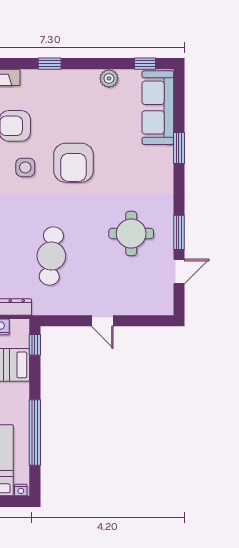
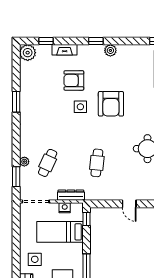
plant: (109, 78) -> (110, 50), moved
cafe table: (51, 256) -> (97, 163), width x0.73, depth x0.74

